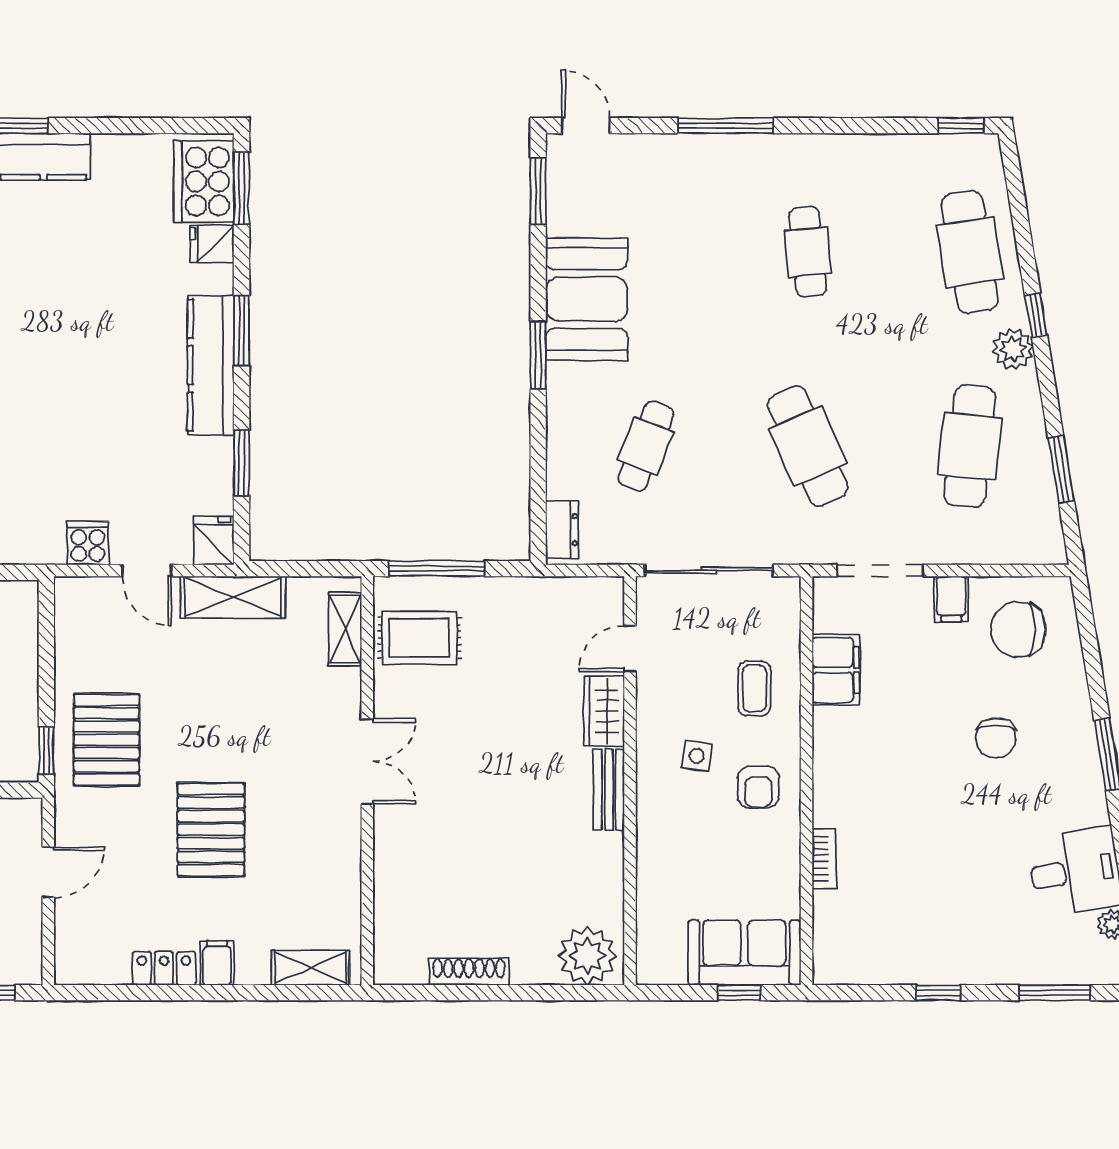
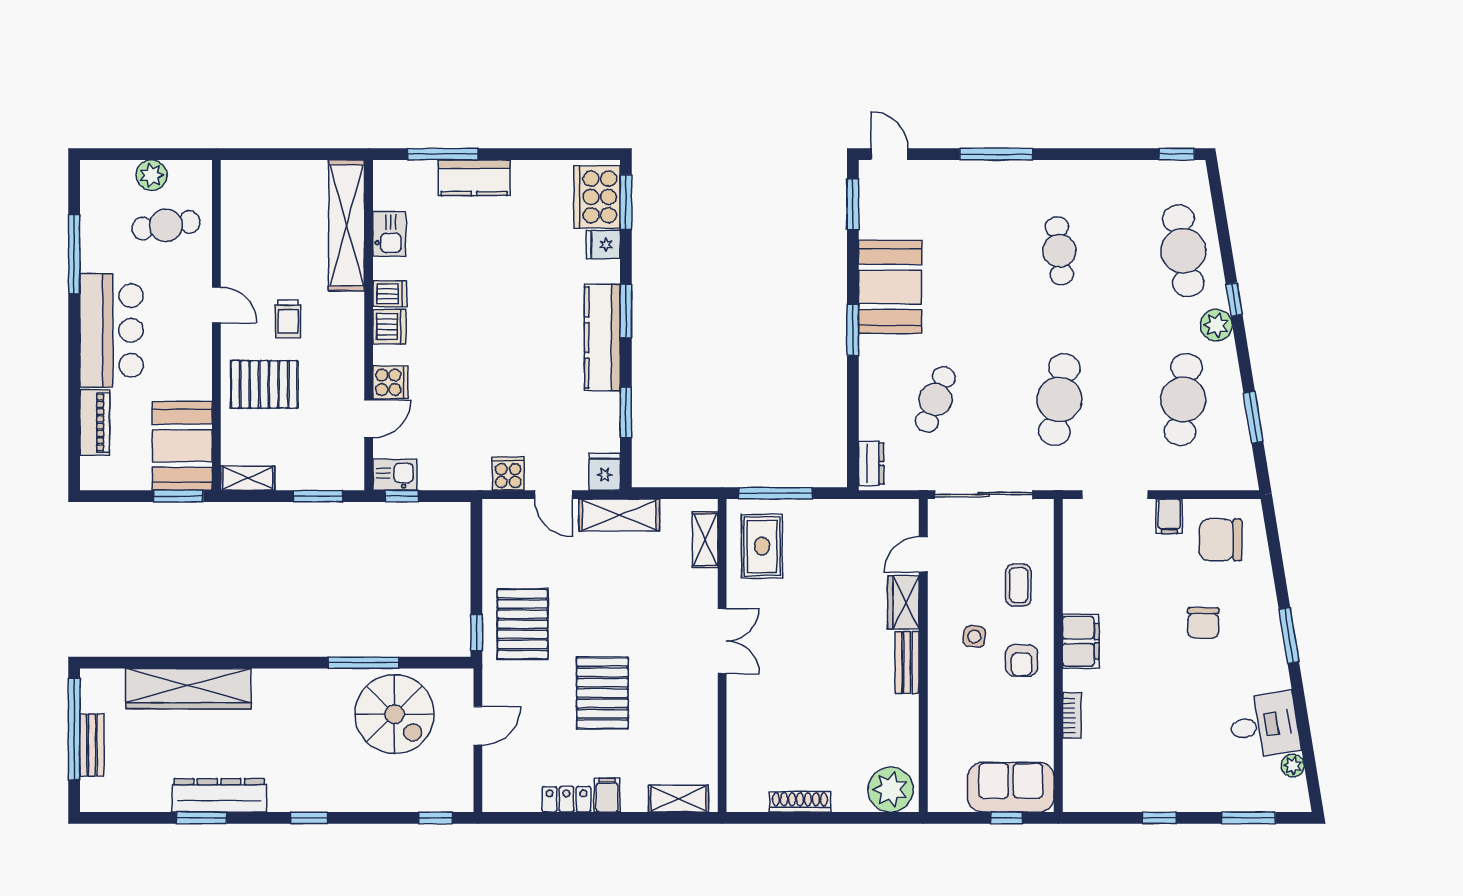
cafe table: (808, 446) -> (1059, 399), turned 33
rug: (419, 638) -> (762, 546), turned 90
filing cabinet: (836, 670) -> (1081, 641), moved

